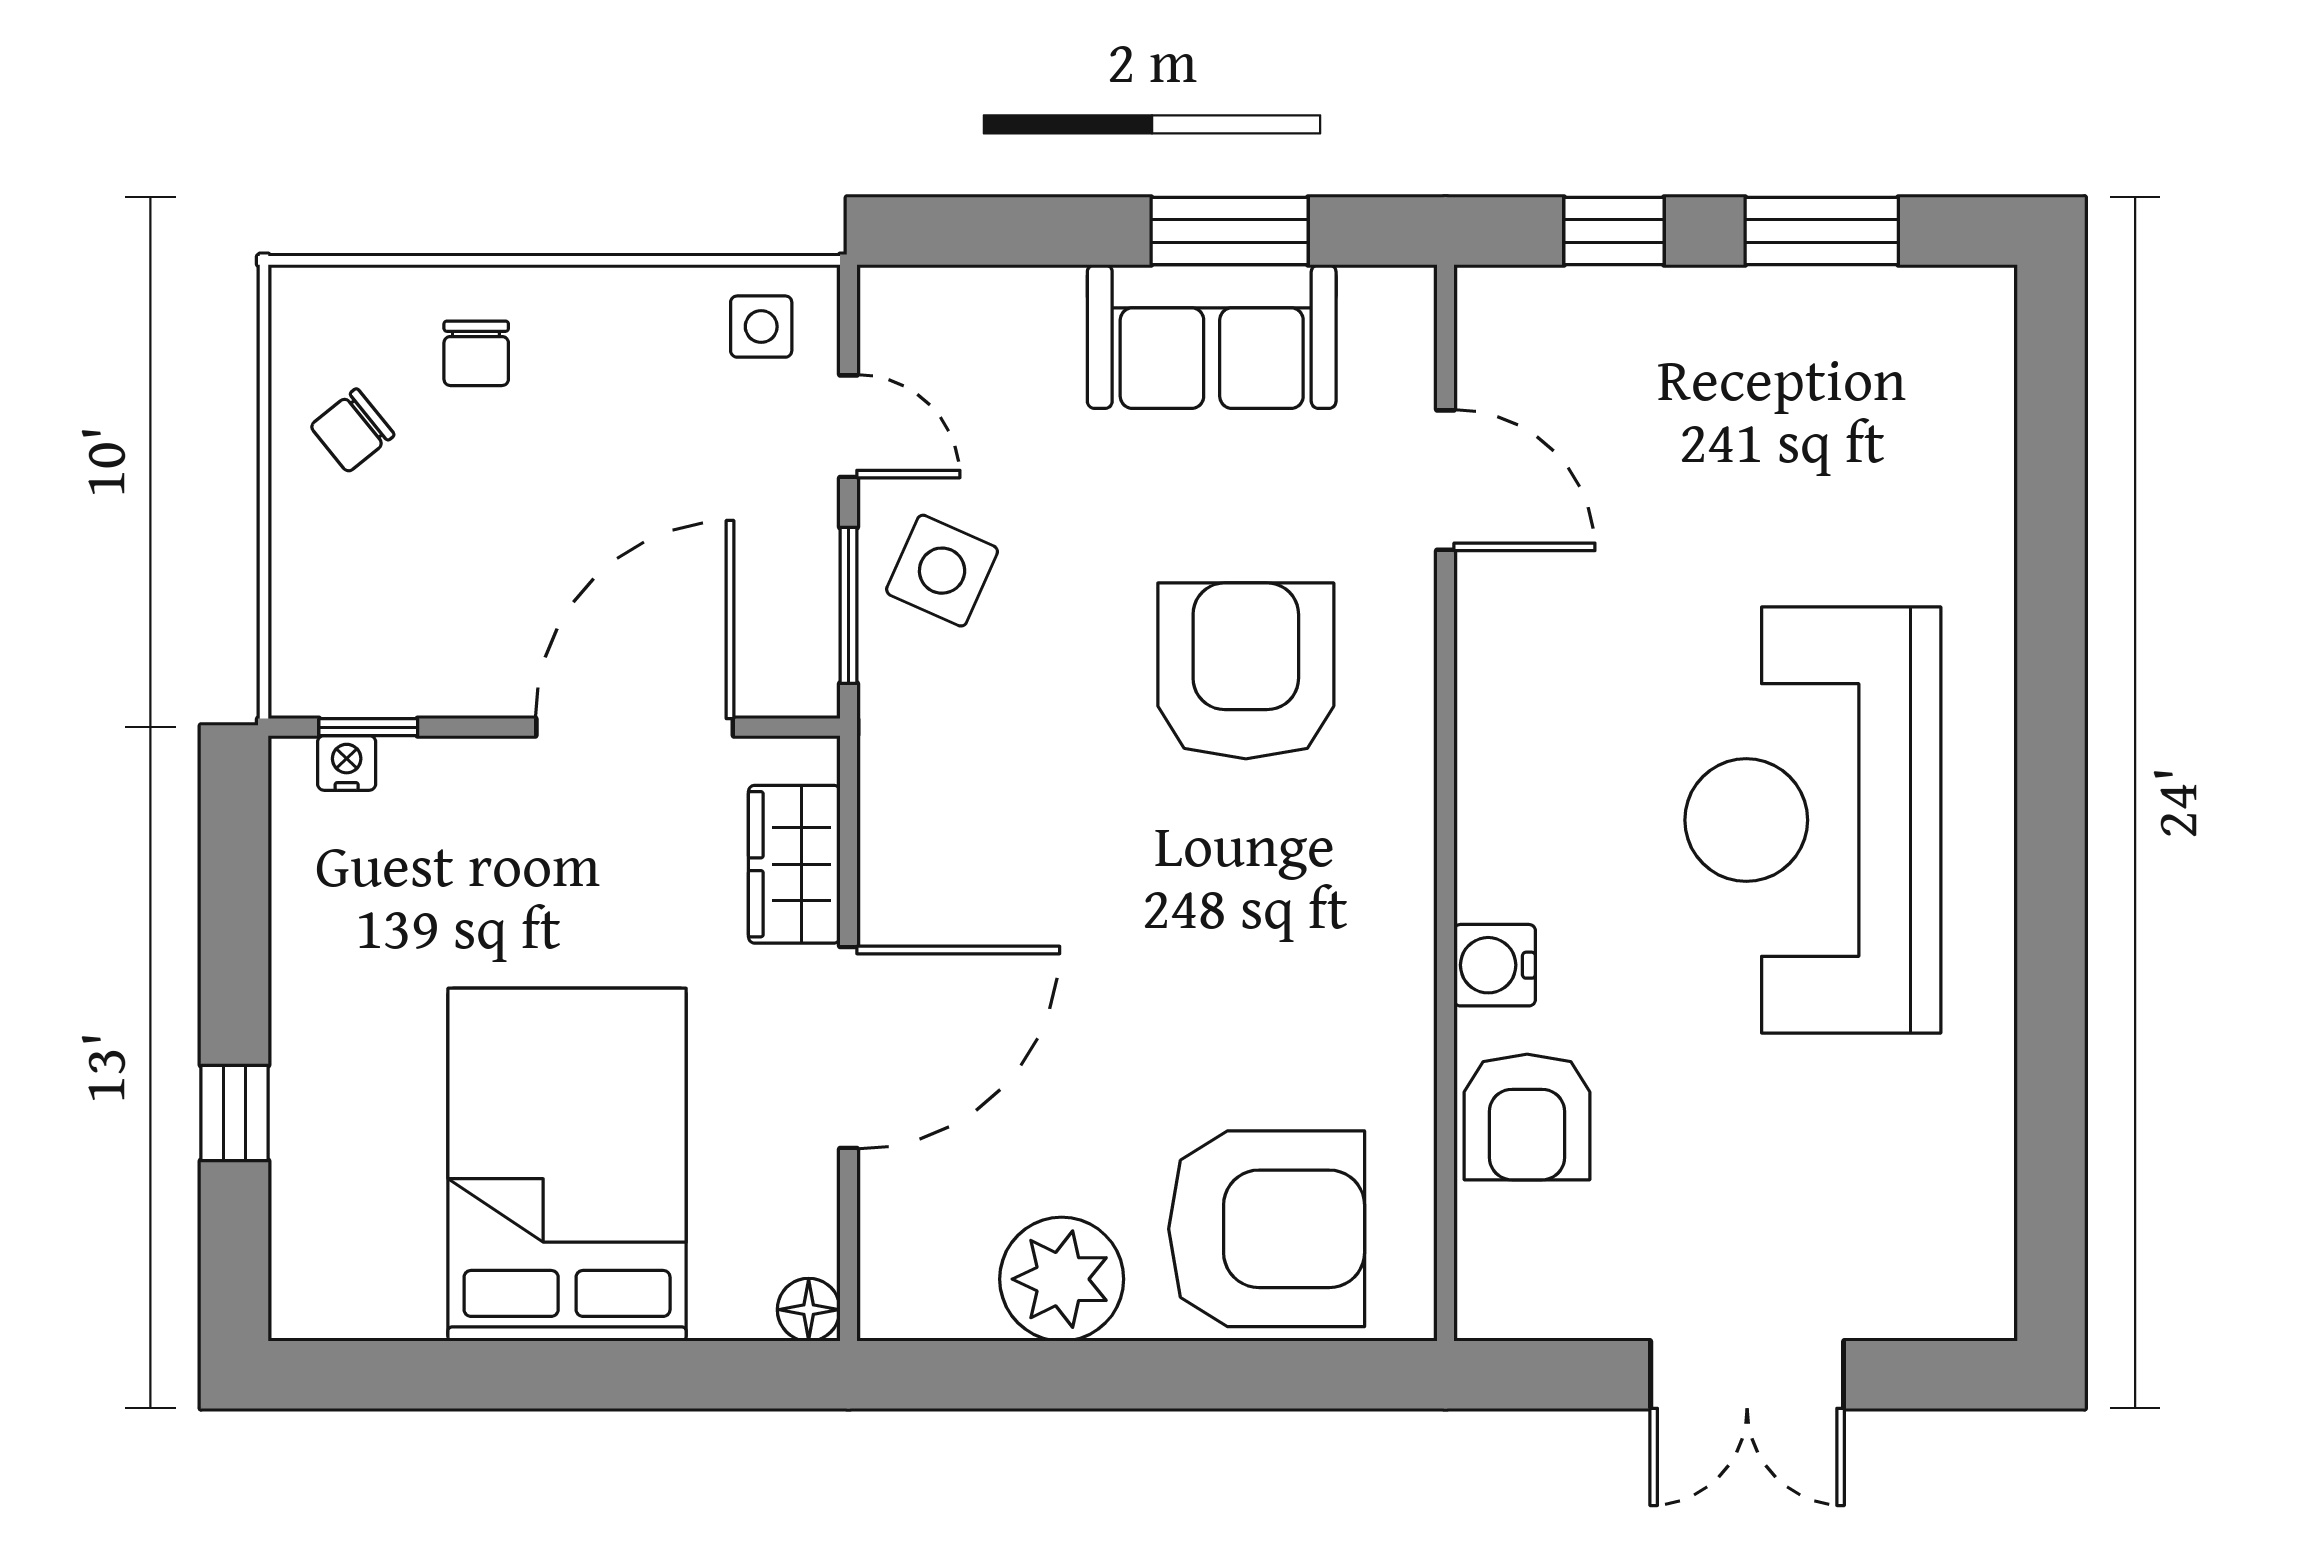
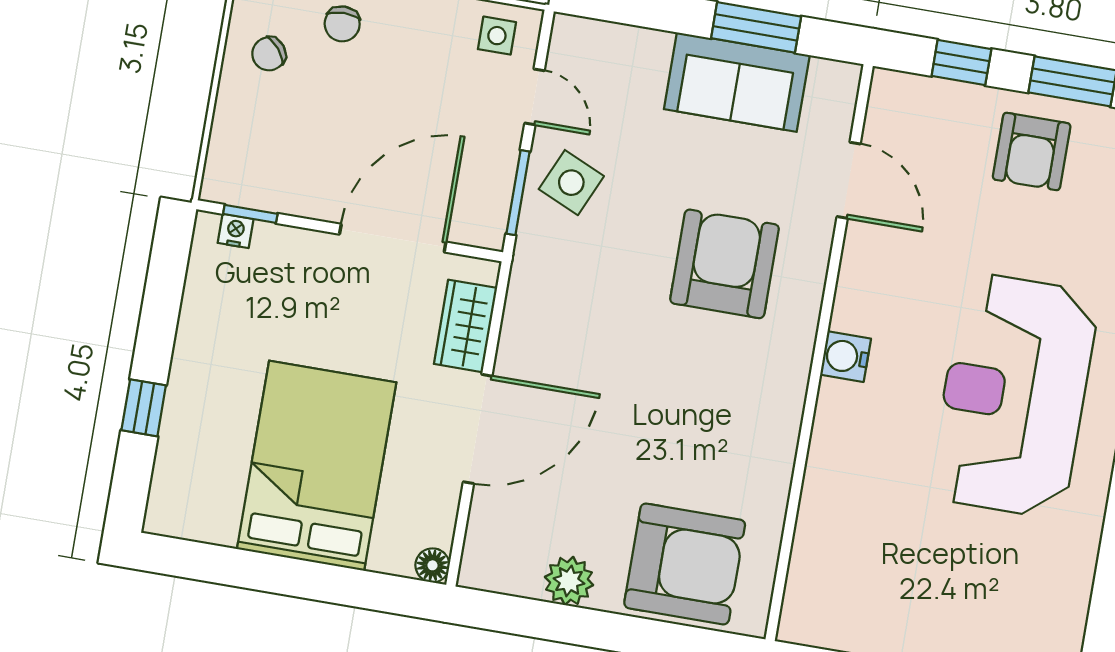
water cooler: (1495, 965) -> (846, 357), moved
armchair: (1527, 1117) -> (1032, 151), moved
plant: (1062, 1279) -> (569, 581), width x0.73, depth x0.73

